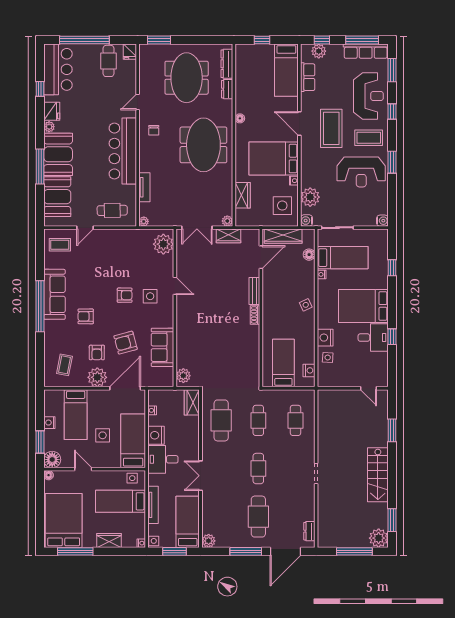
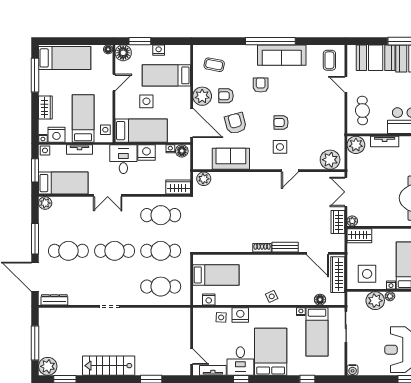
plant: (306, 182) -> (390, 296), added
wardrobe: (243, 195) -> (359, 236), moved
plant: (144, 221) -> (356, 145), width x1.88, depth x1.88
water cooler: (307, 221) -> (353, 297), removed
armchair: (125, 295) -> (281, 122), turned 90
tv unit: (383, 366) -> (213, 370), added
door: (368, 388) -> (192, 357), swing flipped
floor lamp: (154, 398) -> (182, 151), added
cafe table: (258, 420) -> (161, 251), width x1.37, depth x1.35
cafe table: (295, 420) -> (161, 287), width x1.37, depth x1.35
cafe table: (258, 469) -> (115, 251), width x1.37, depth x1.35
double door: (201, 476) -> (108, 195), swing flipped
tv unit: (153, 505) -> (80, 150), width x0.71
bed: (64, 520) -> (65, 58), width x0.67
nightstand: (137, 529) -> (56, 135), added
dresser: (309, 531) -> (54, 300), width x1.44

